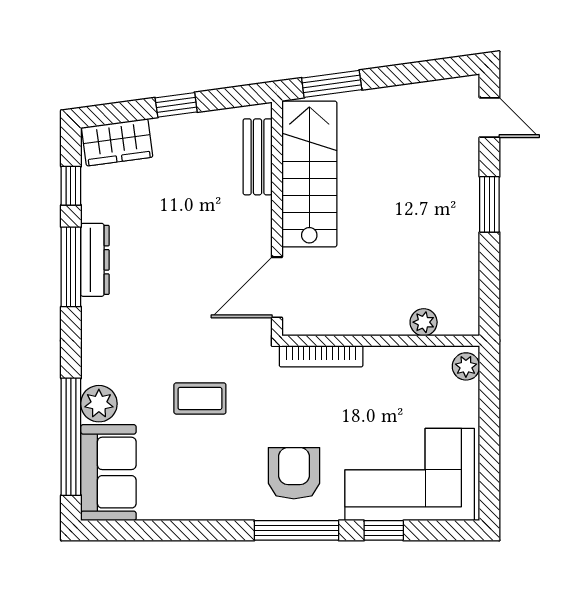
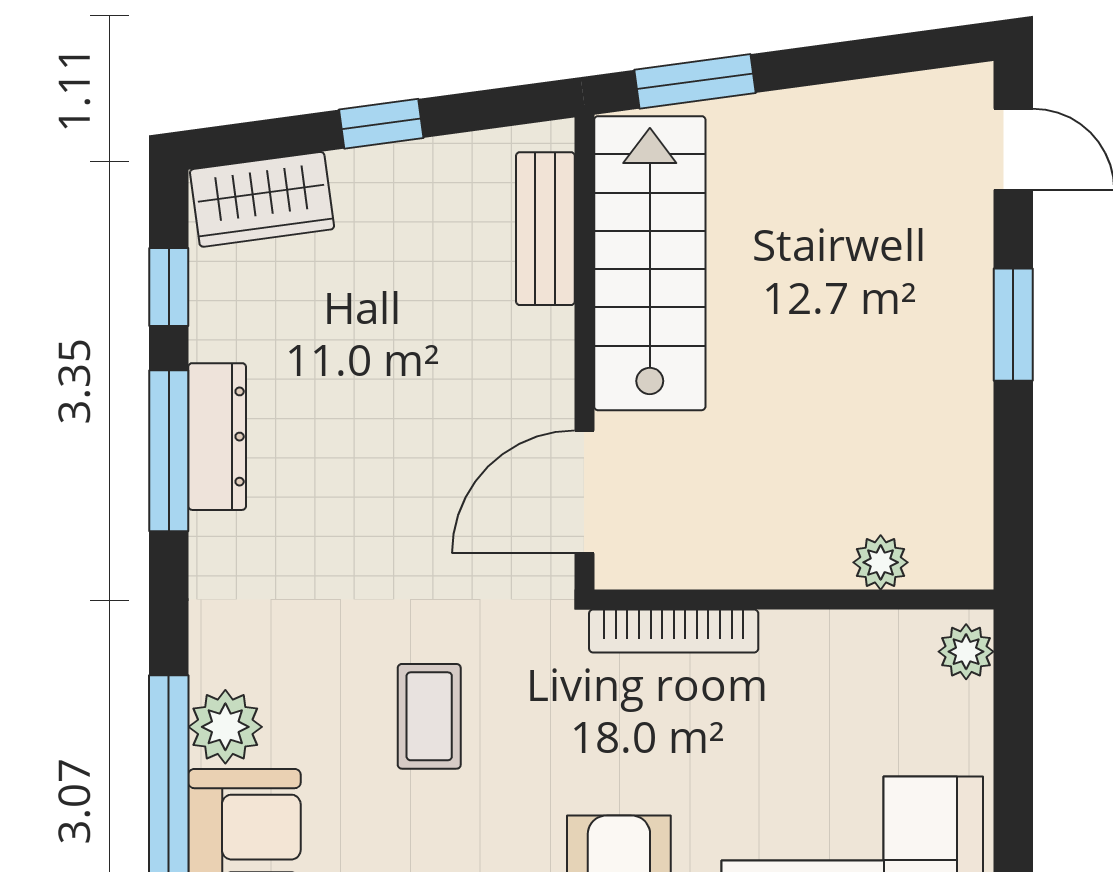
coffee table: (200, 398) -> (429, 716), turned 90

